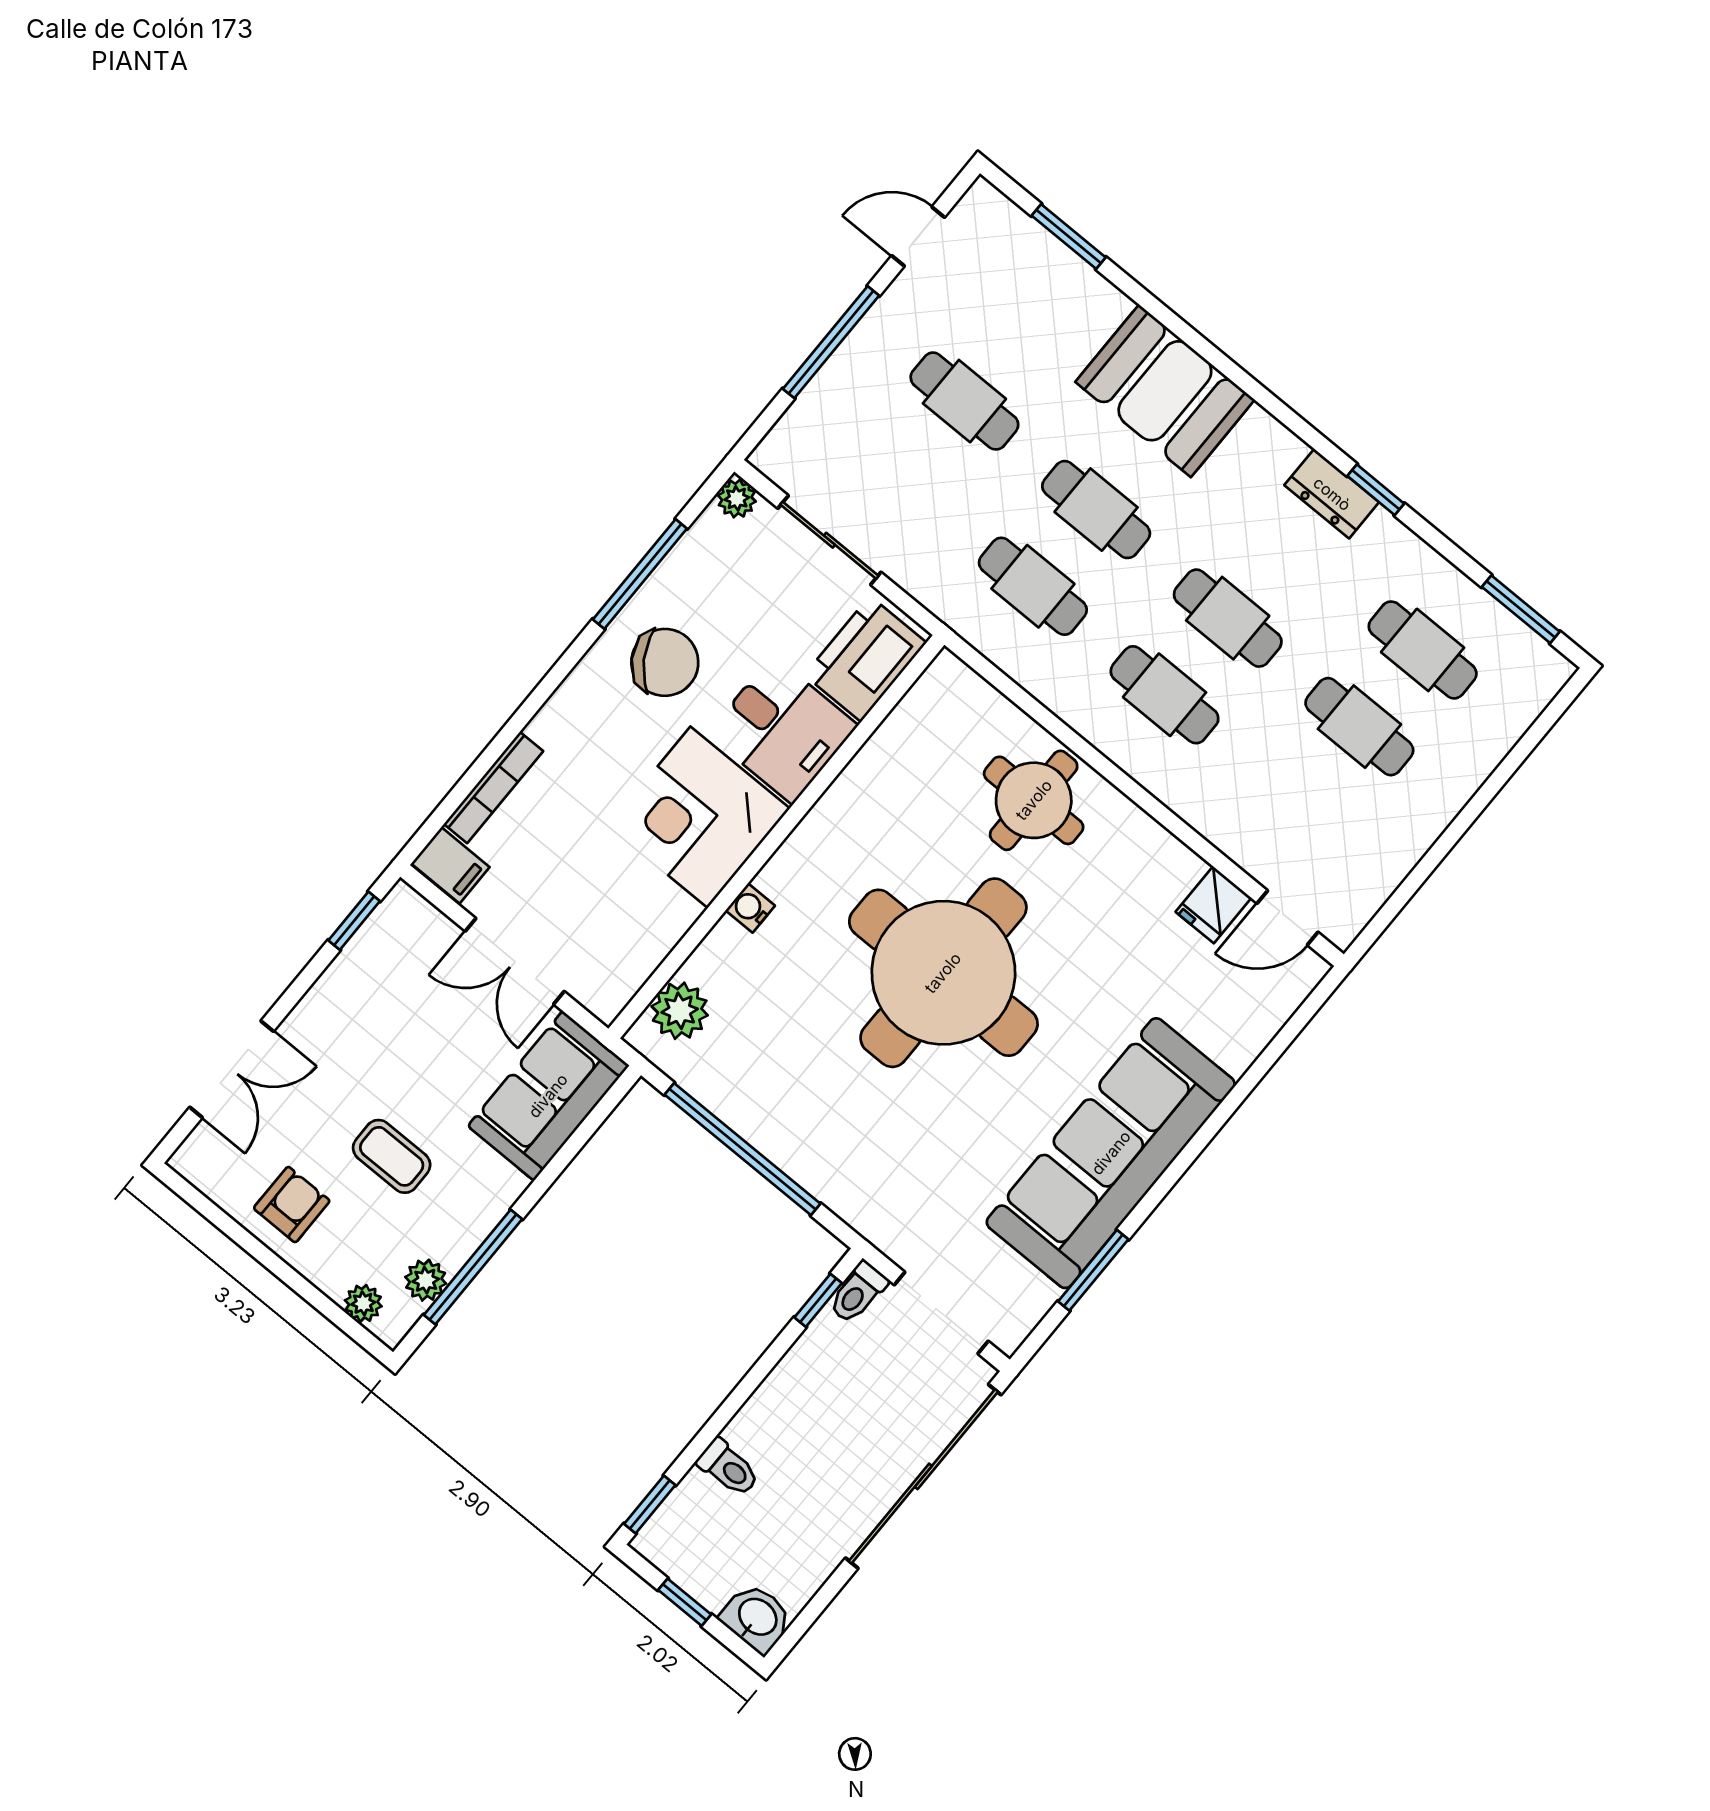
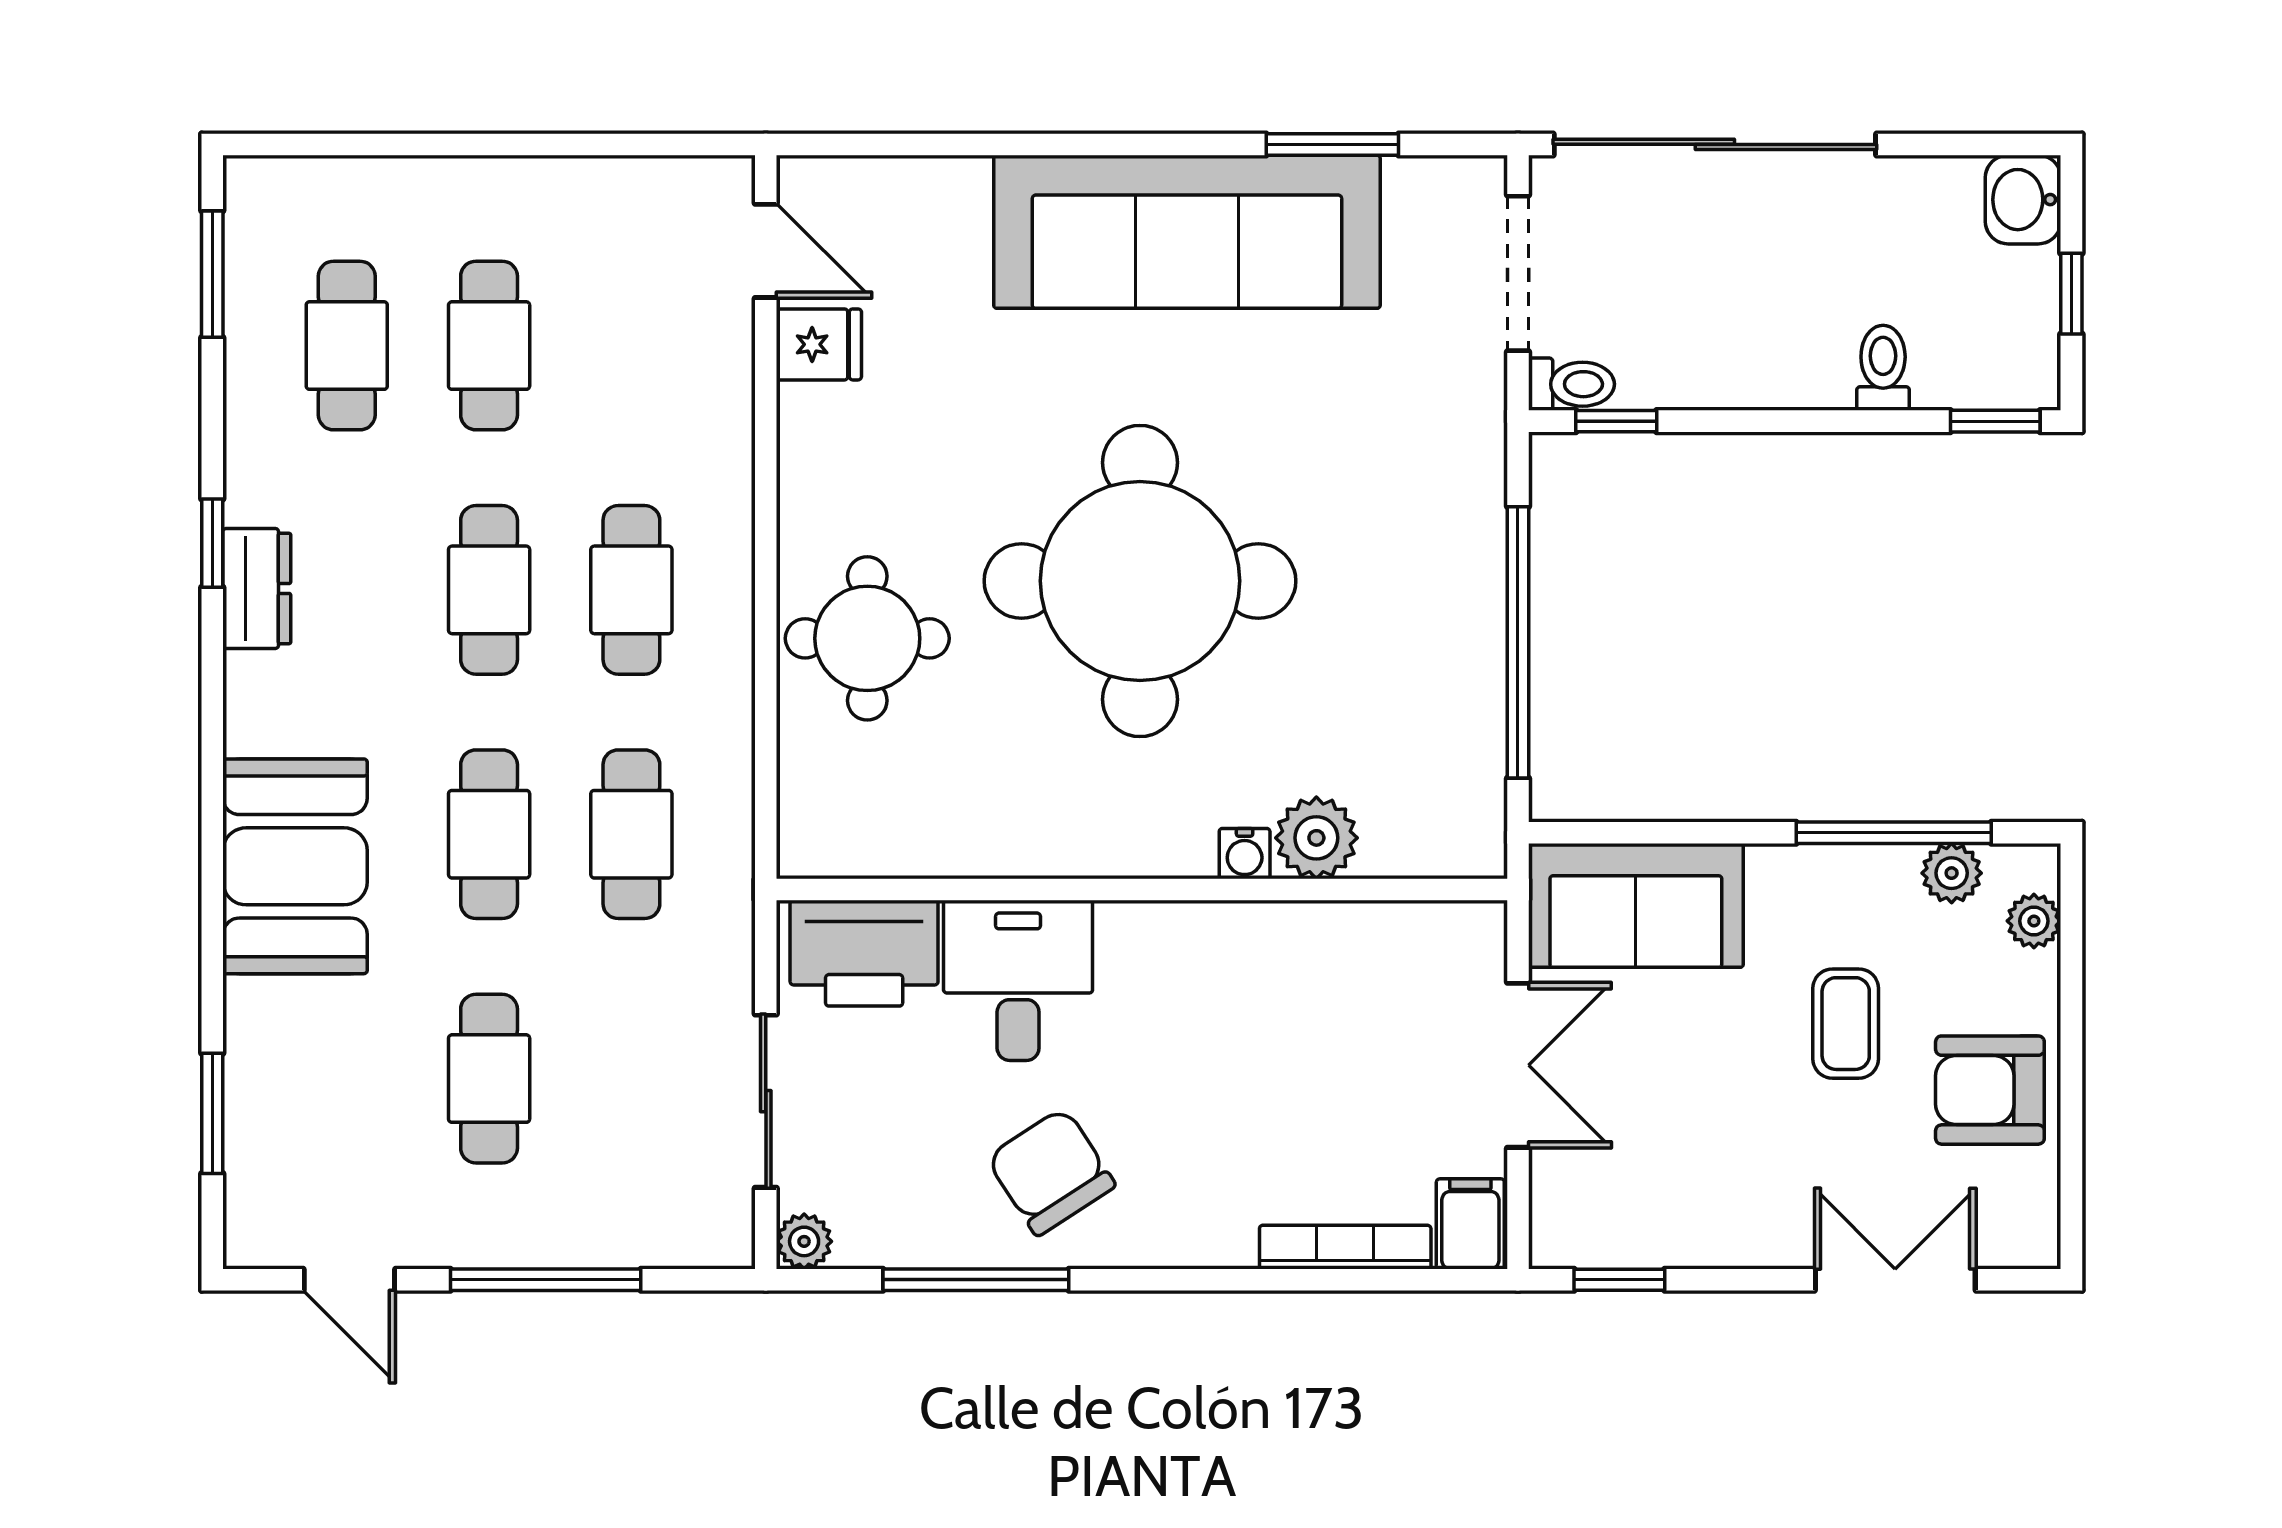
corner desk: (699, 817) -> (1191, 993), removed
plant: (680, 1011) -> (1316, 838), moved
armchair: (292, 1205) -> (1990, 1090), width x1.38, depth x1.38

